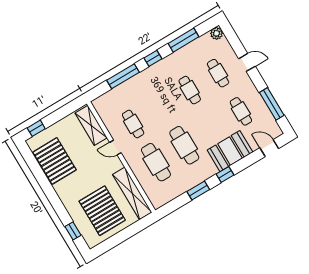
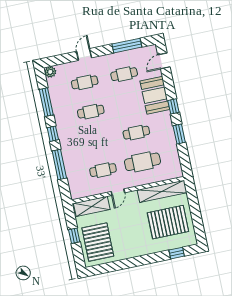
window: (36, 128) -> (74, 236), moved
cafe table: (184, 145) -> (136, 133), width x0.73, depth x0.74
pallet: (55, 161) -> (98, 242), moved, turned 90

